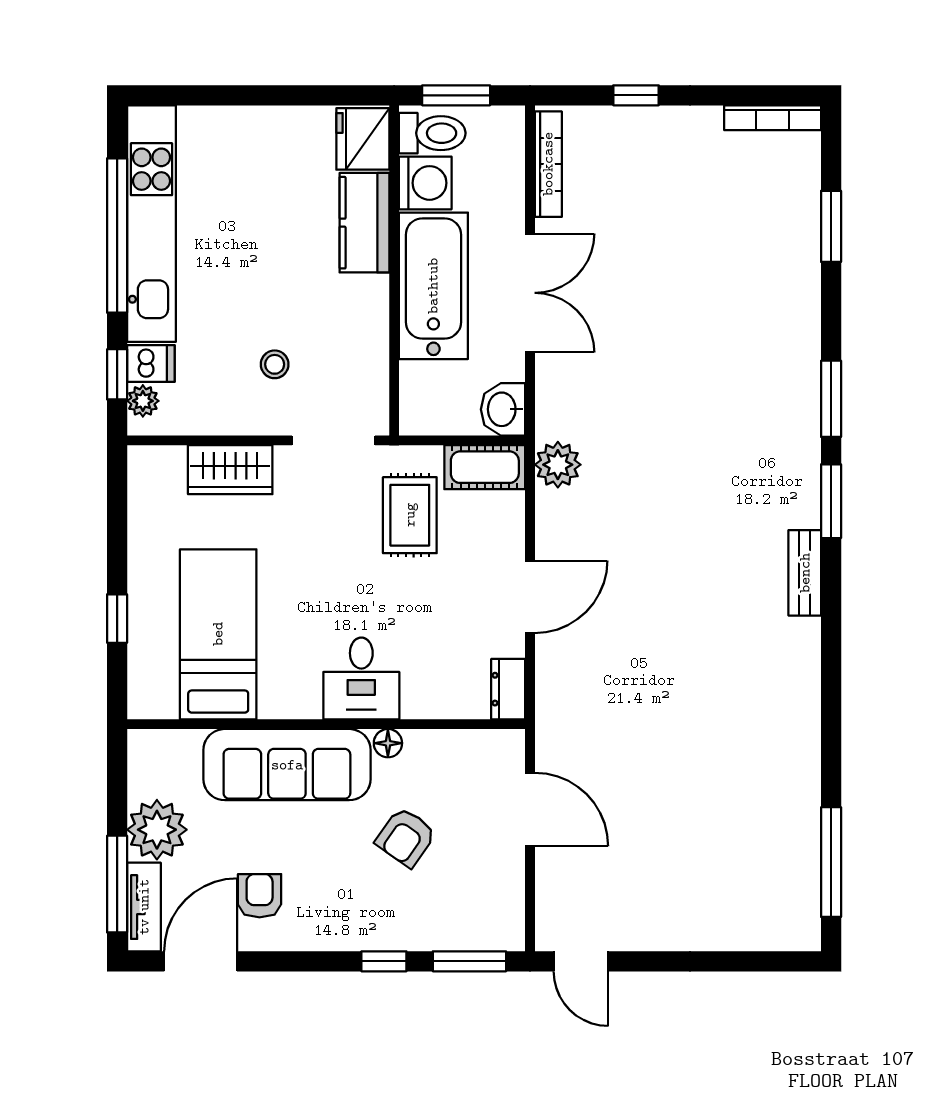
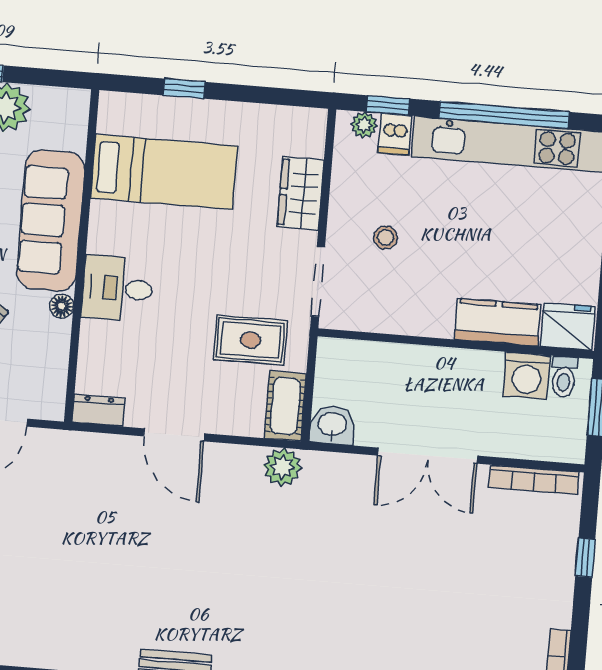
toilet: (432, 133) -> (564, 377), width x0.73, depth x0.72
bathtub: (433, 286) -> (440, 376), removed

